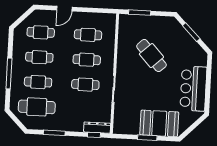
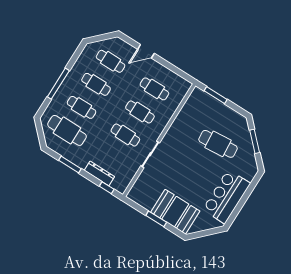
cafe table: (151, 56) -> (218, 144), moved, turned -52
dresser: (97, 128) -> (99, 173), moved

